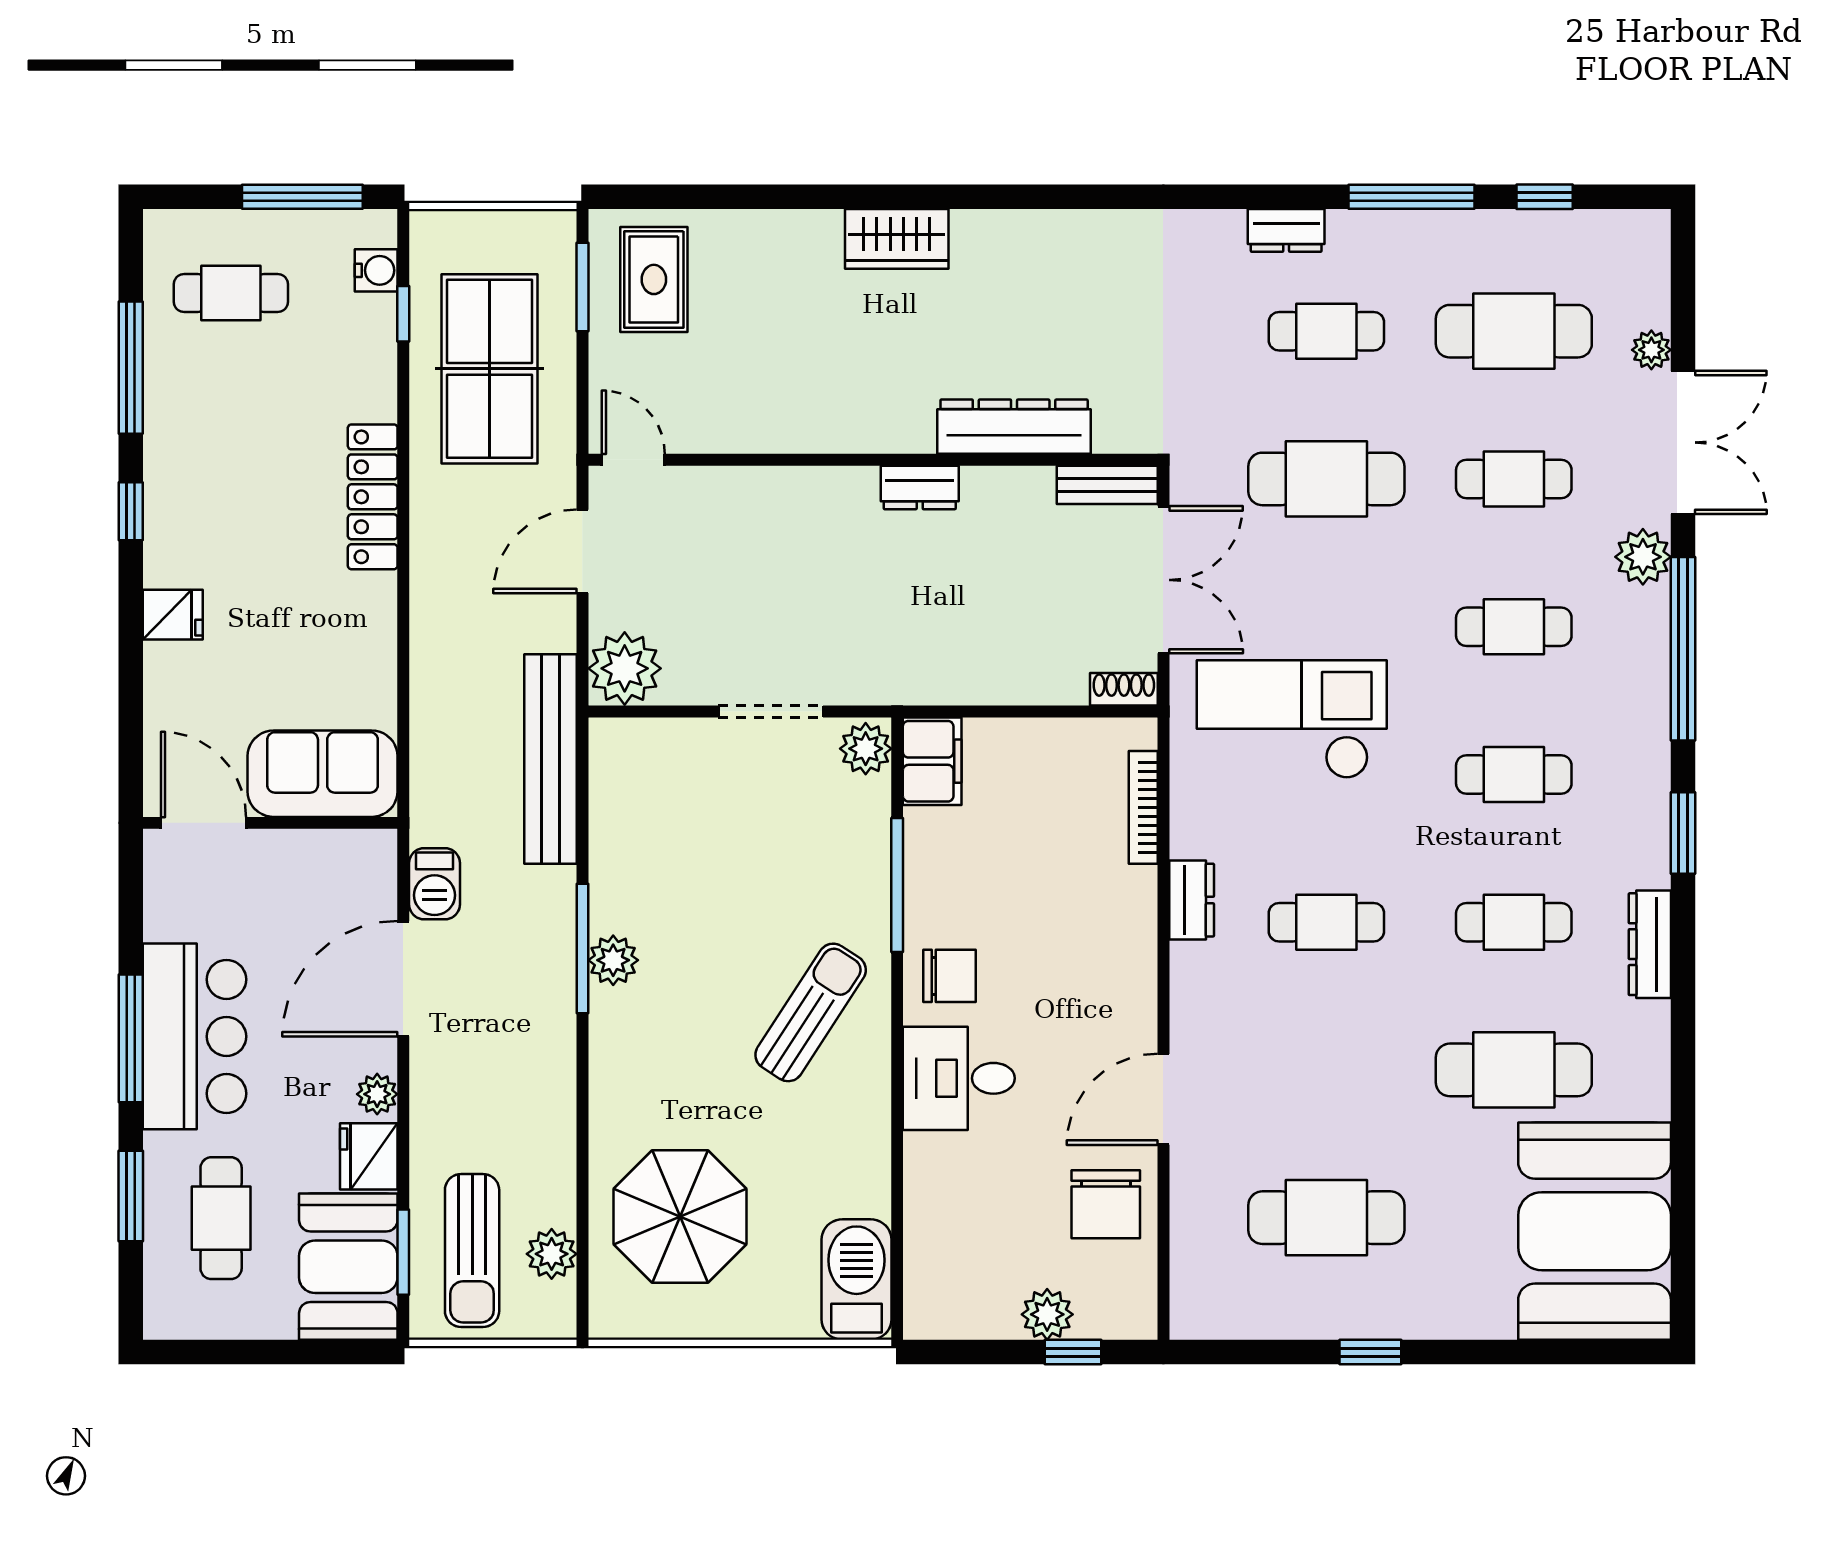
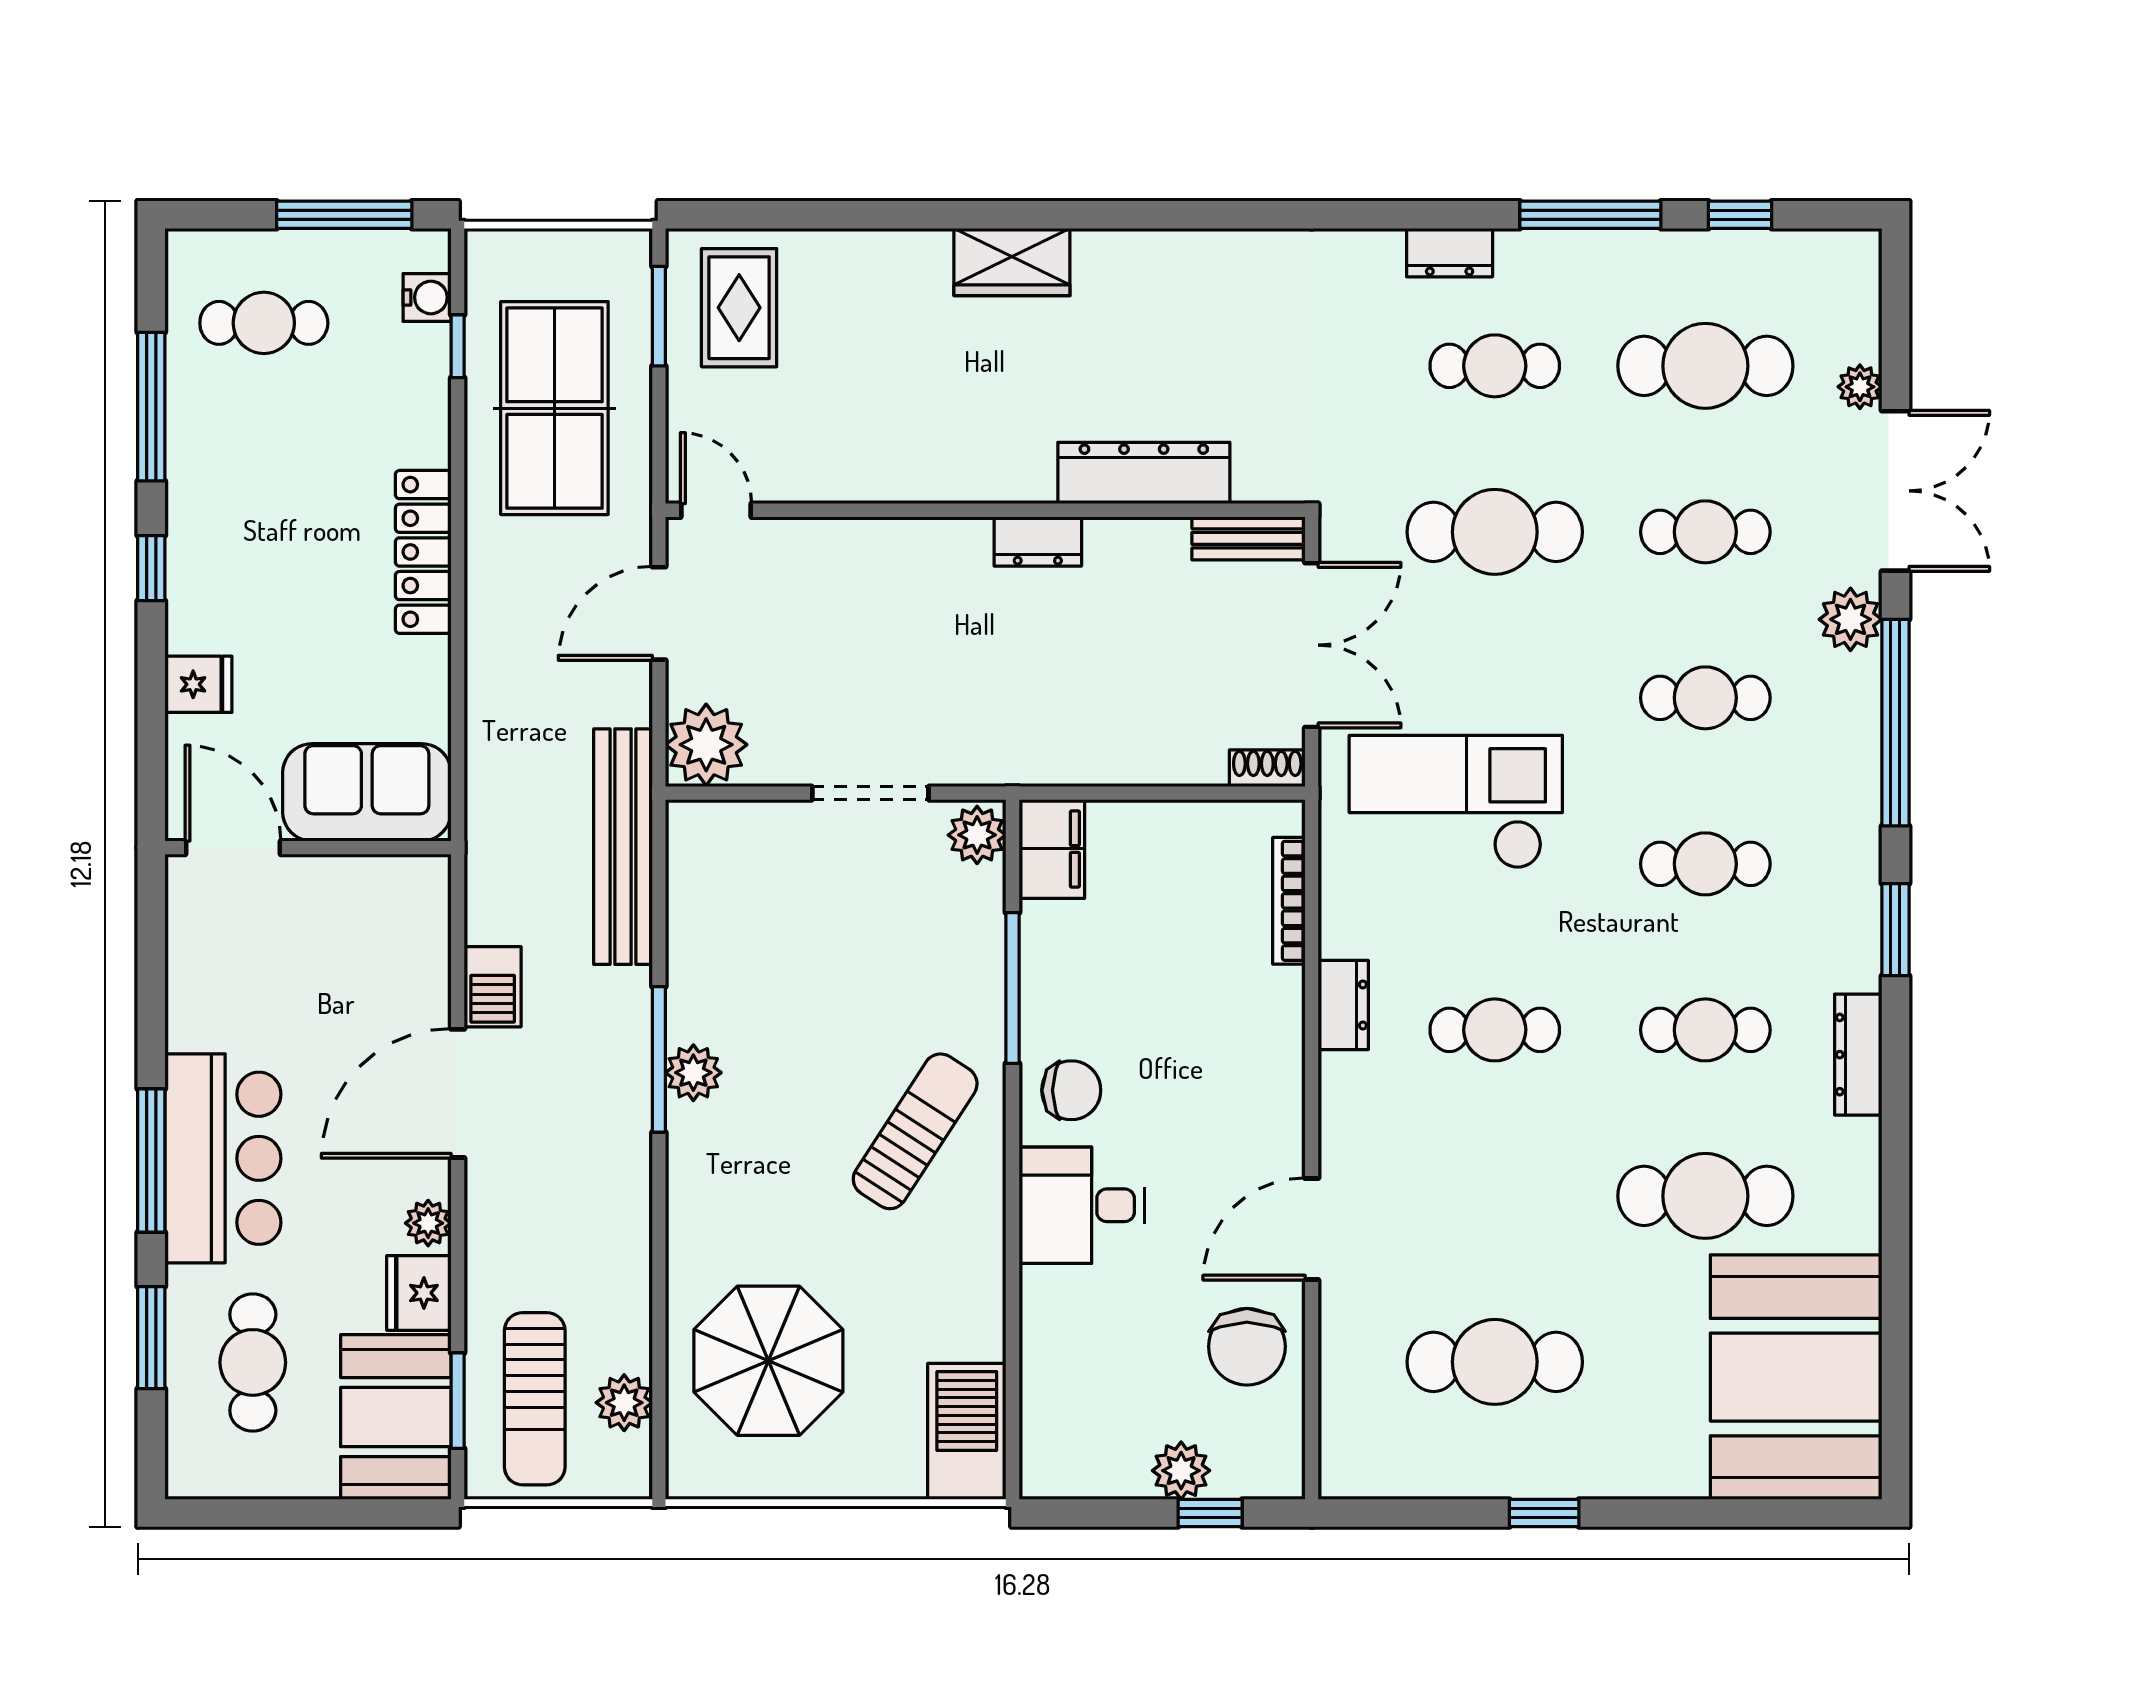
sofa: (323, 774) -> (367, 792), moved
door: (203, 823) -> (233, 848), moved
wall: (270, 823) -> (308, 848), moved

